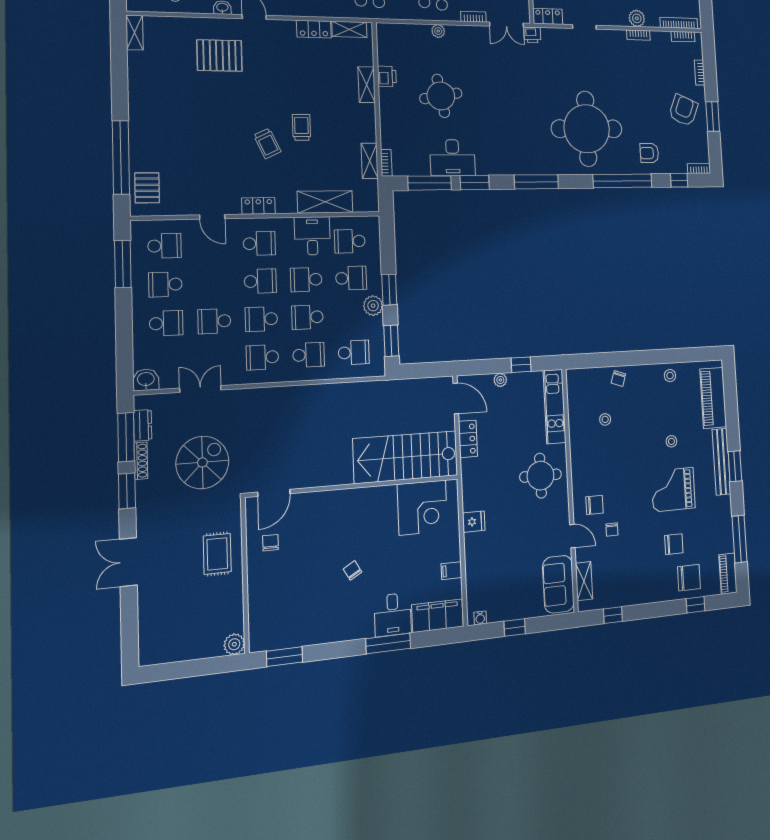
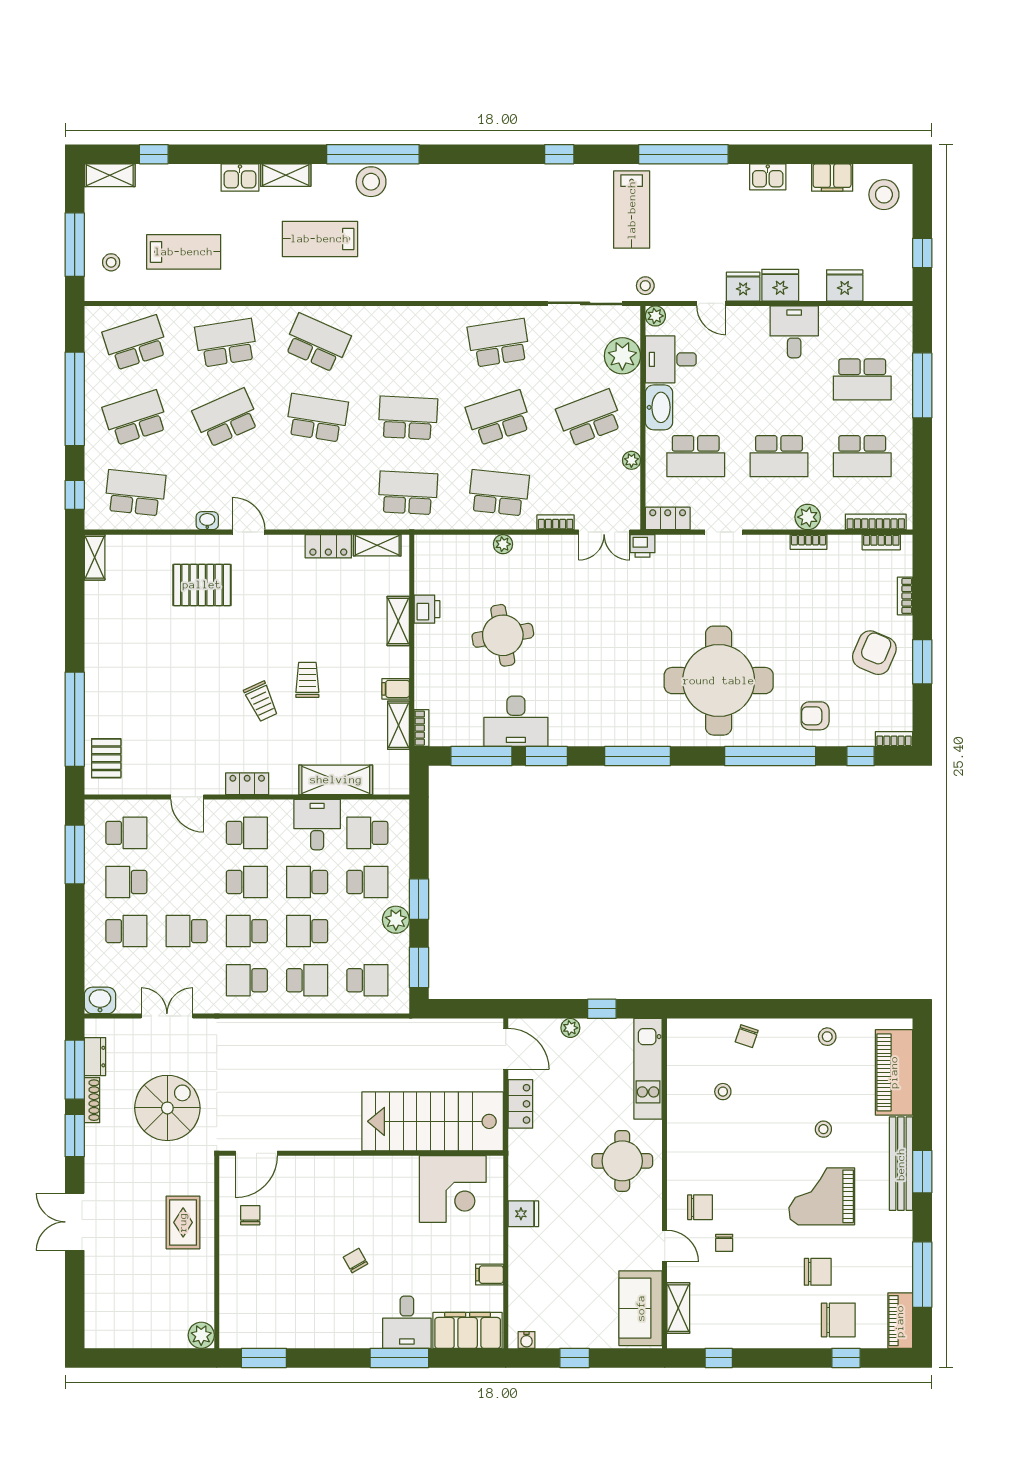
filing cabinet: (367, 134) -> (396, 689), added

